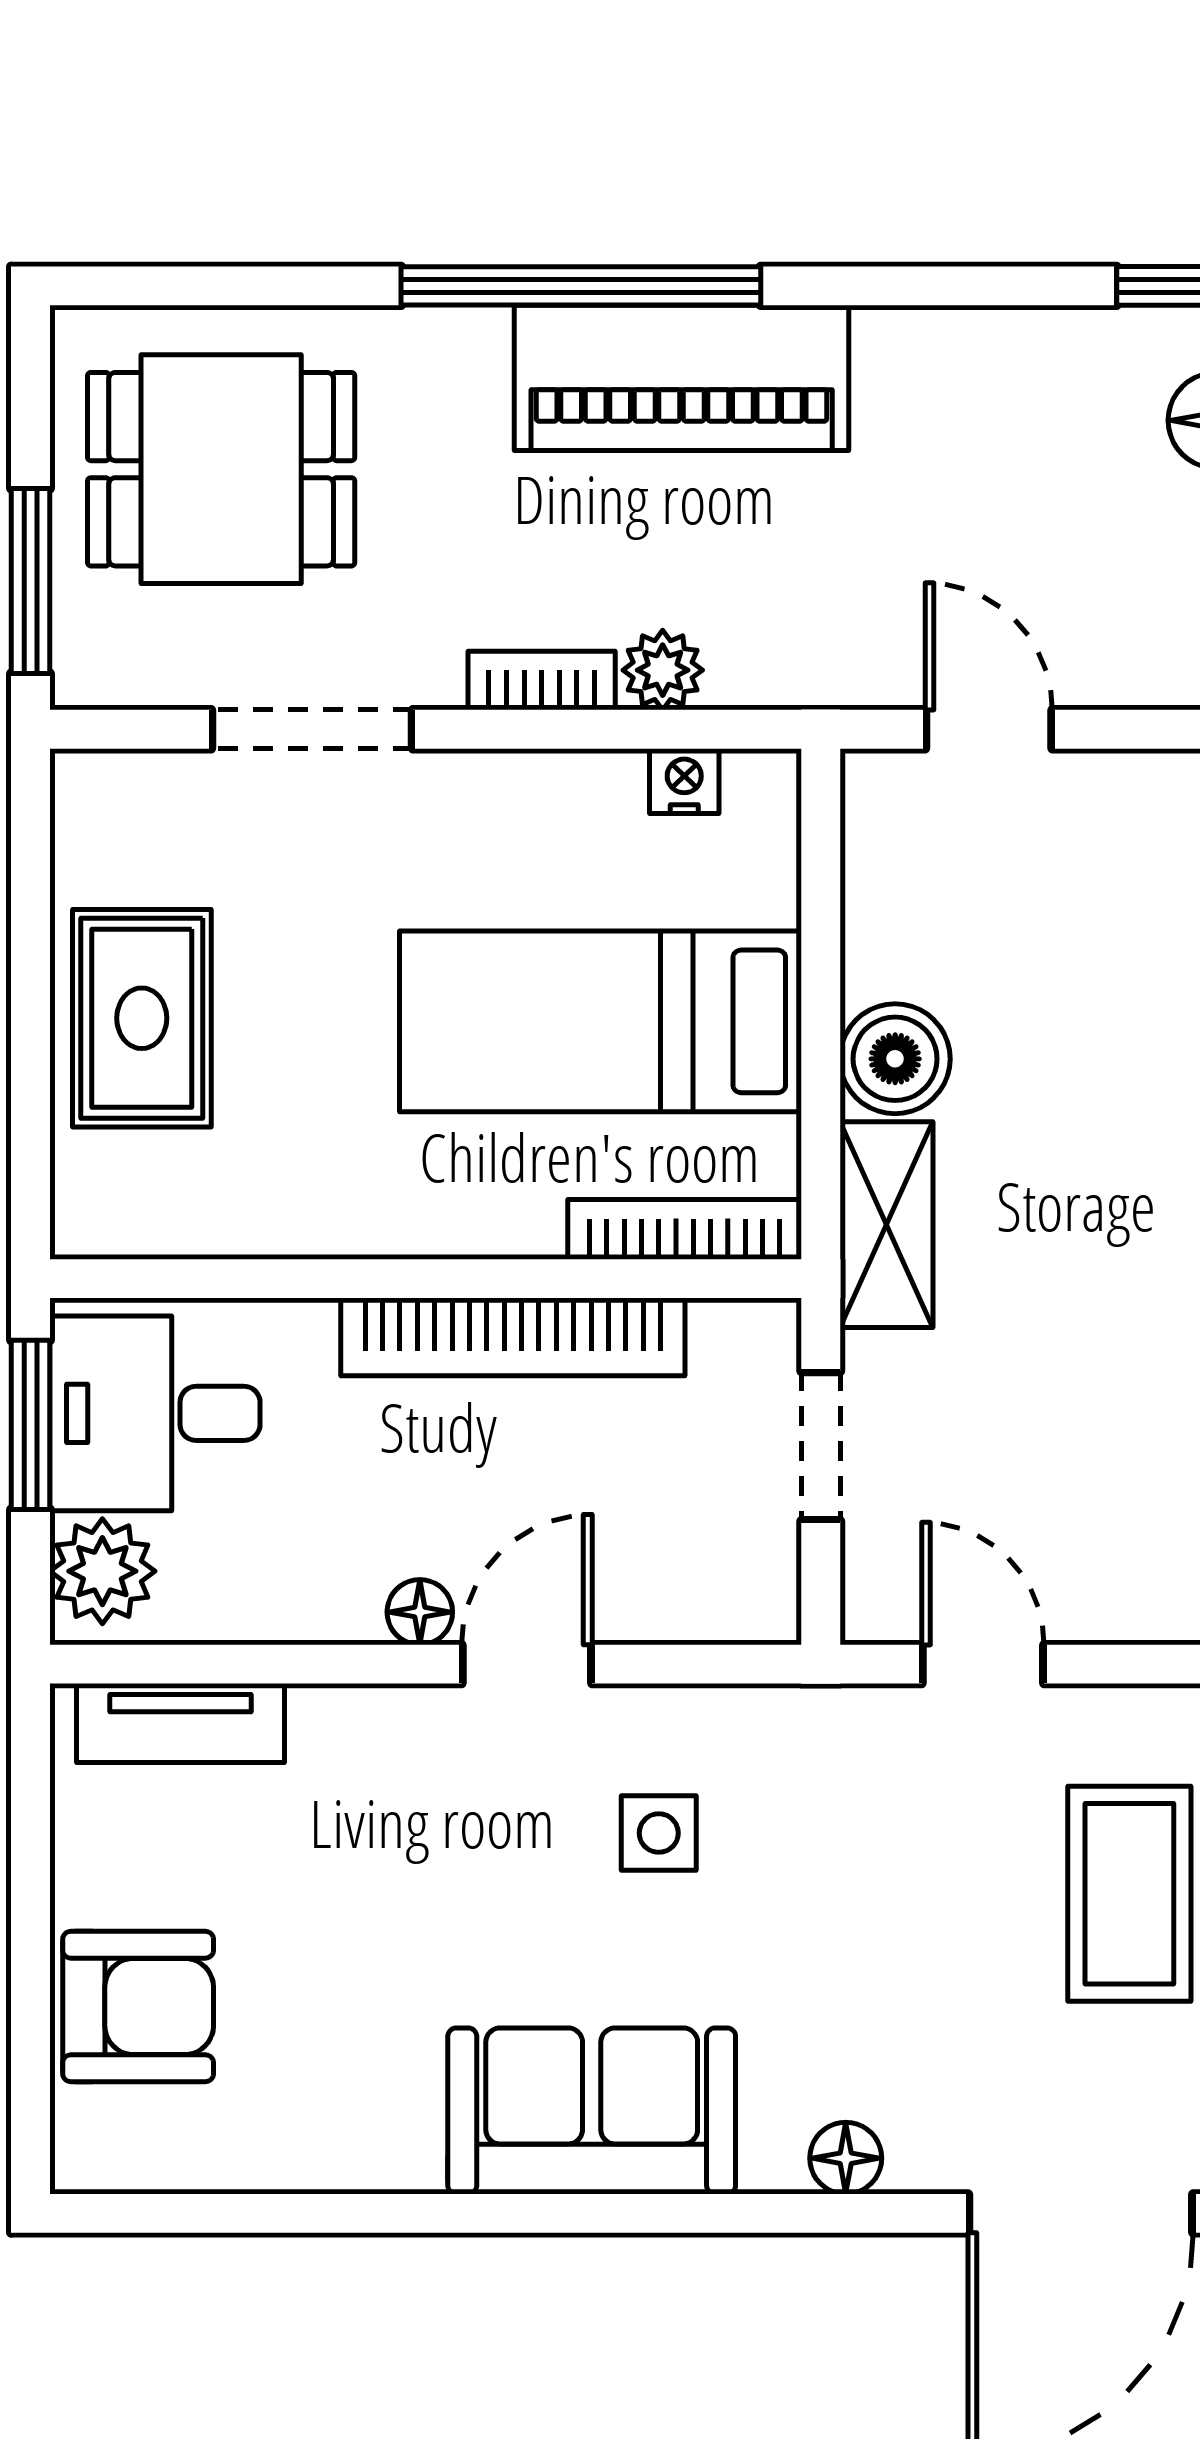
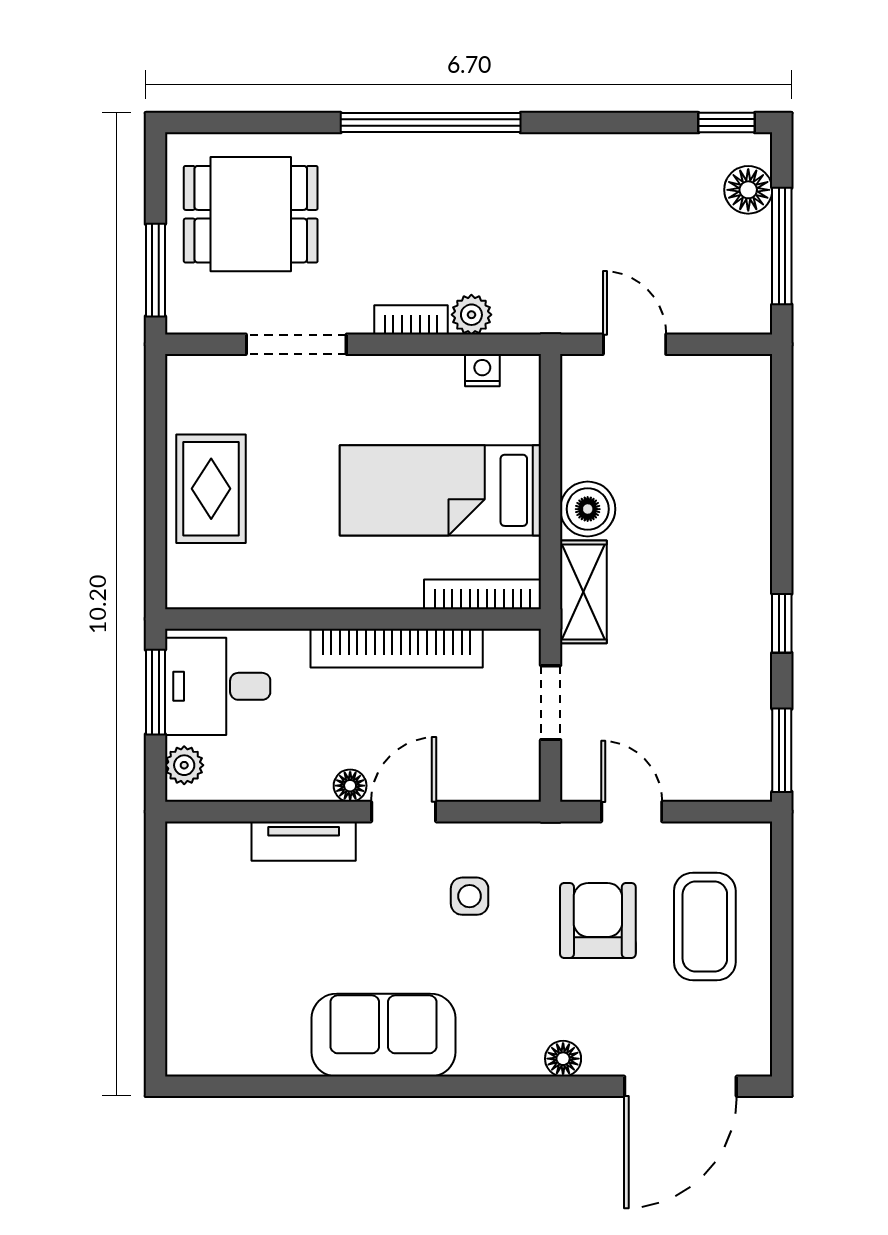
piano: (682, 378) -> (481, 169), removed
plant: (102, 1571) -> (184, 765), width x0.73, depth x0.73
tv unit: (181, 1723) -> (304, 841), moved
armchair: (138, 2006) -> (598, 920), moved, turned -90
sofa: (592, 2111) -> (384, 1035), moved

